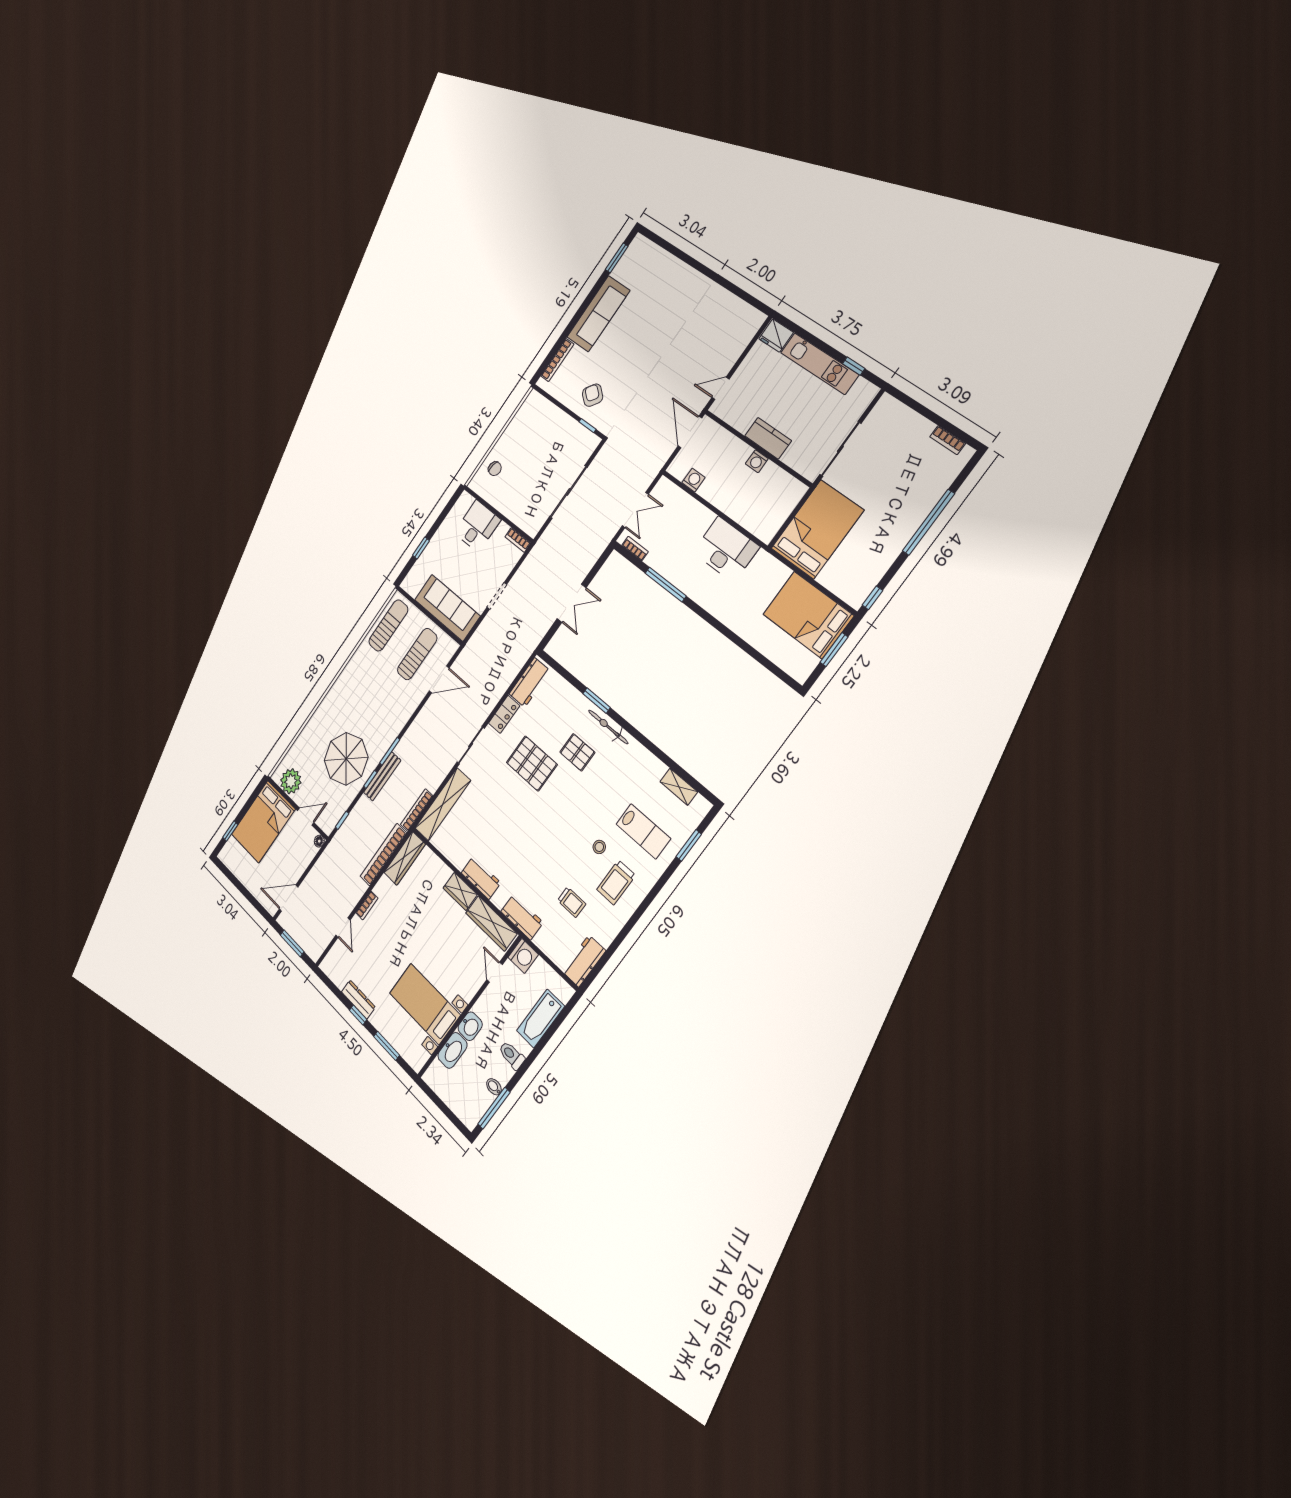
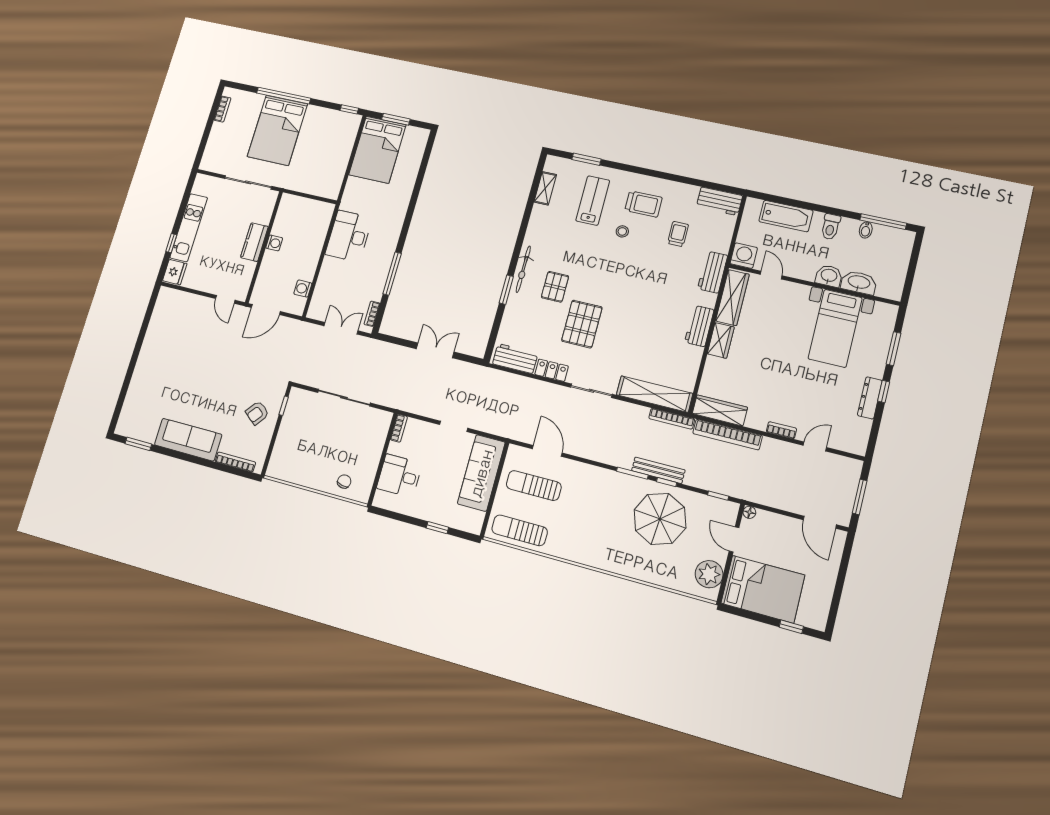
window: (854, 366) -> (171, 243), moved
bed: (817, 529) -> (277, 130), moved, turned -90
door: (495, 972) -> (771, 275), swing flipped

